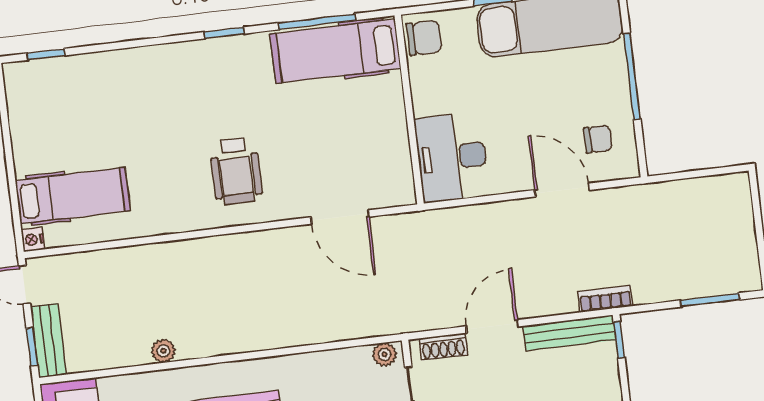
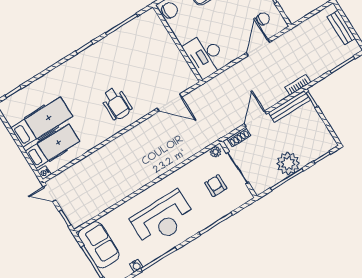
hospital bed: (335, 51) -> (42, 122), moved, turned 180
door: (562, 190) -> (258, 47), hinge flipped
bench: (48, 341) -> (341, 28), moved
plant: (163, 351) -> (121, 194), removed

